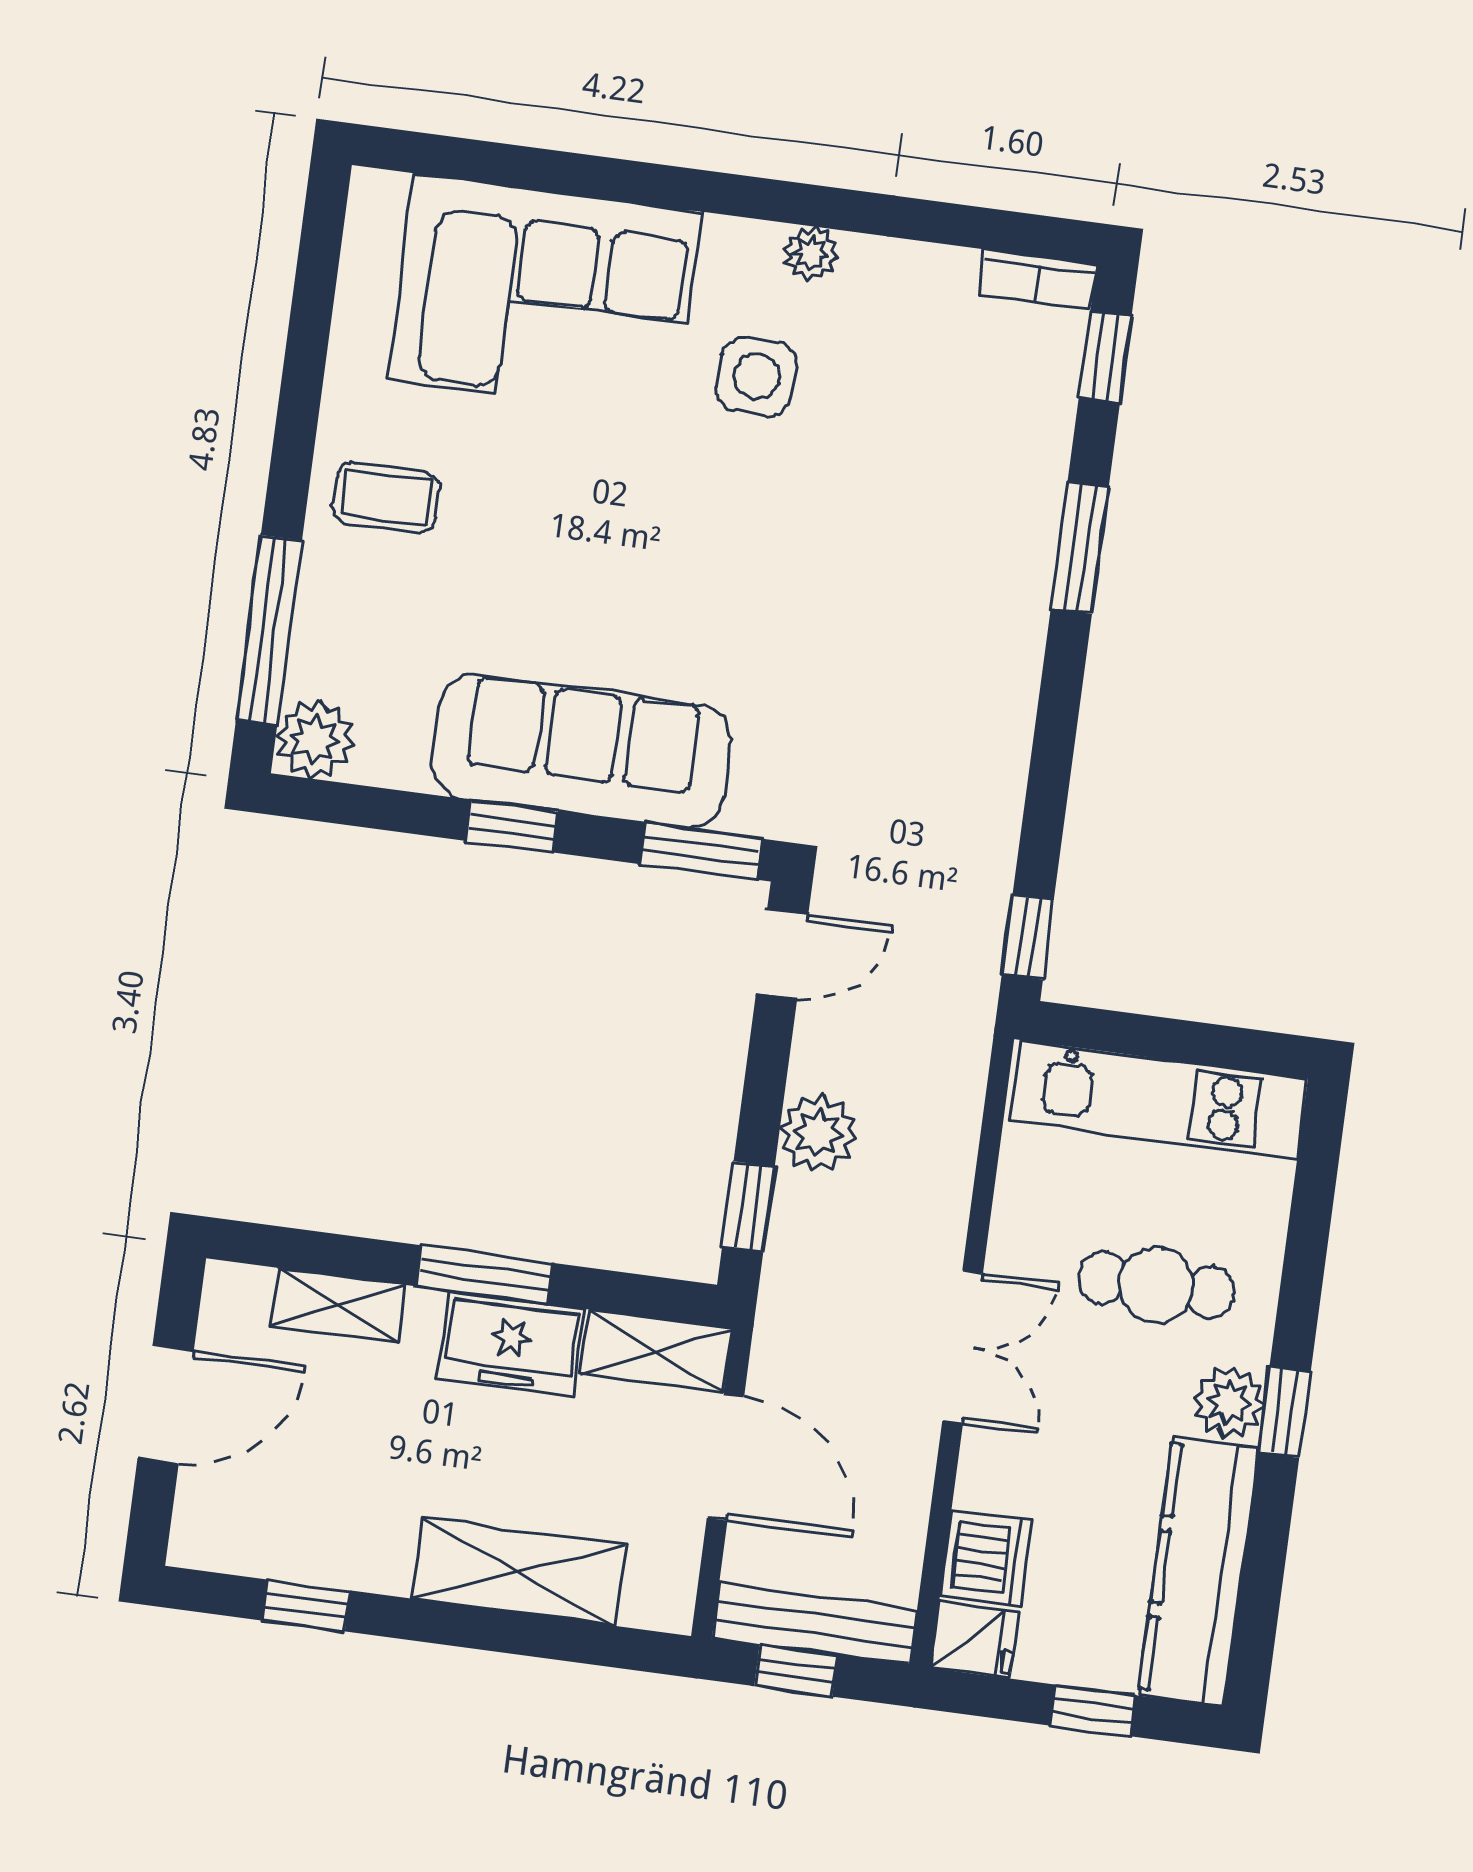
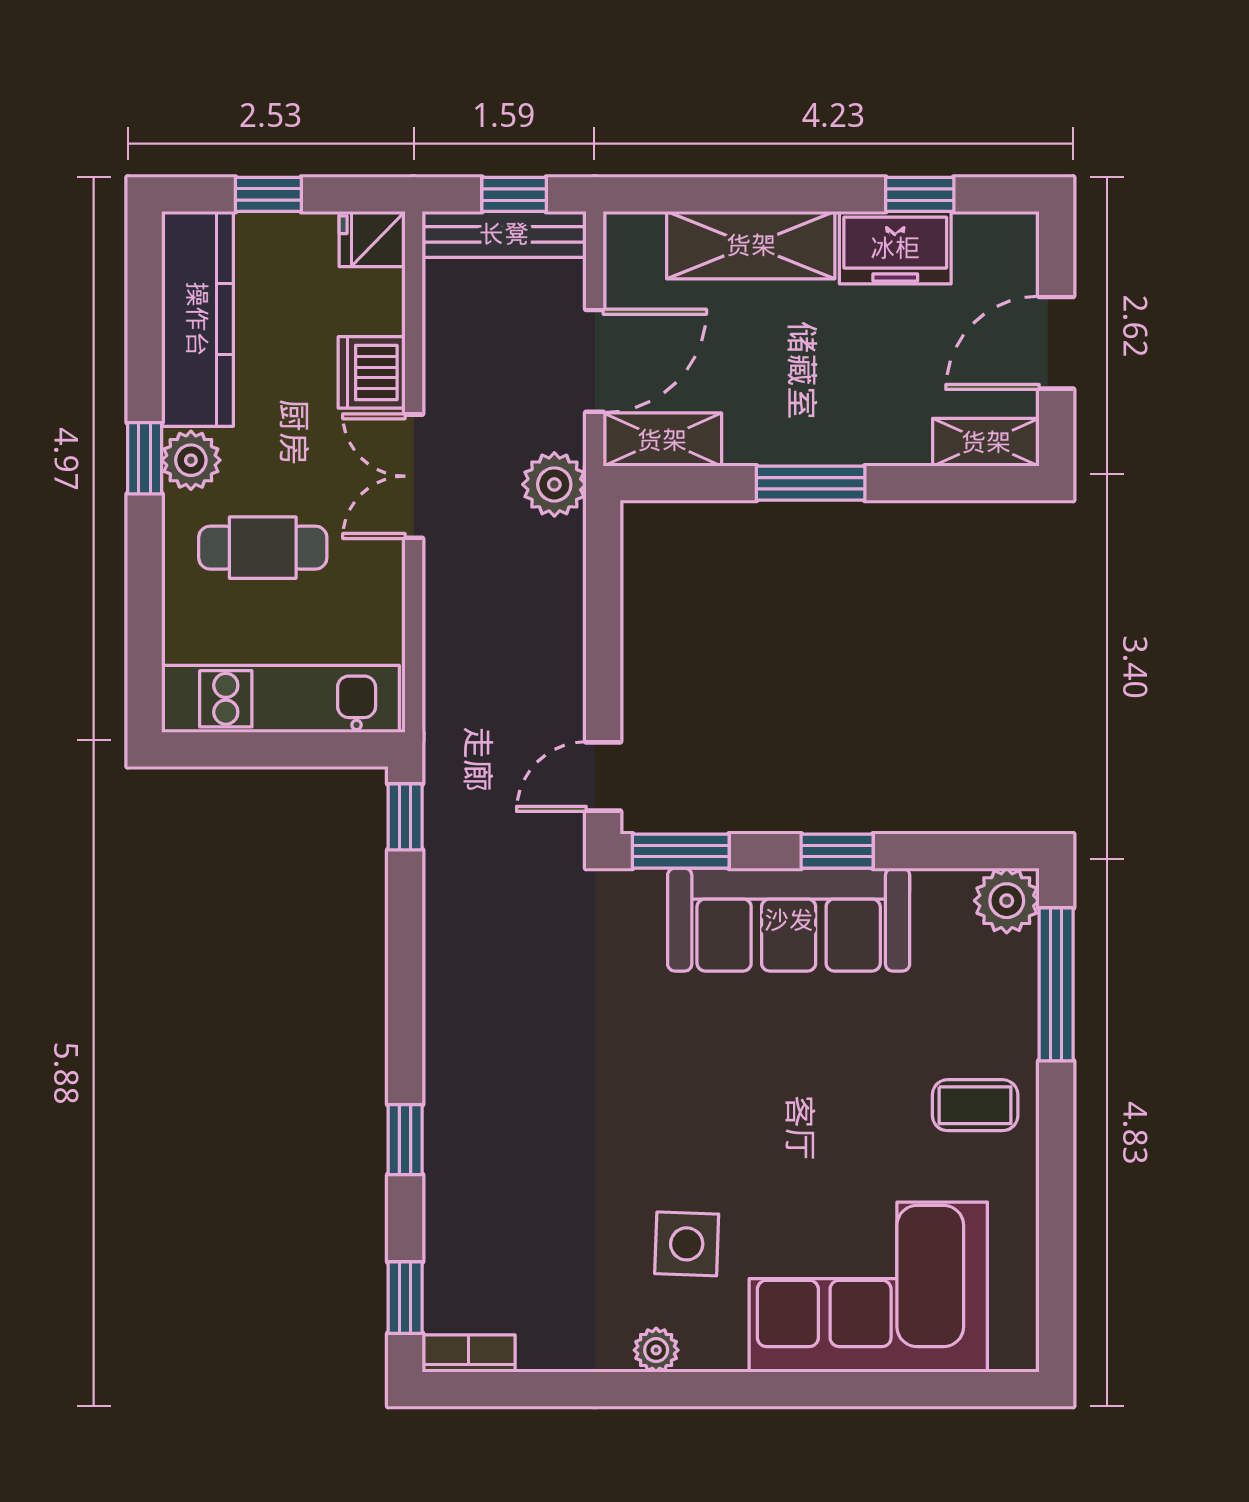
window: (1080, 548) -> (405, 1140), width x0.67
plant: (818, 1133) -> (554, 484), moved
window: (748, 1207) -> (603, 567), removed
shelving: (338, 1305) -> (986, 442), moved
freezer: (511, 1343) -> (895, 248), moved, turned 180
door: (725, 1457) -> (595, 361), swing flipped
dishwasher: (986, 1558) -> (372, 372), moved

